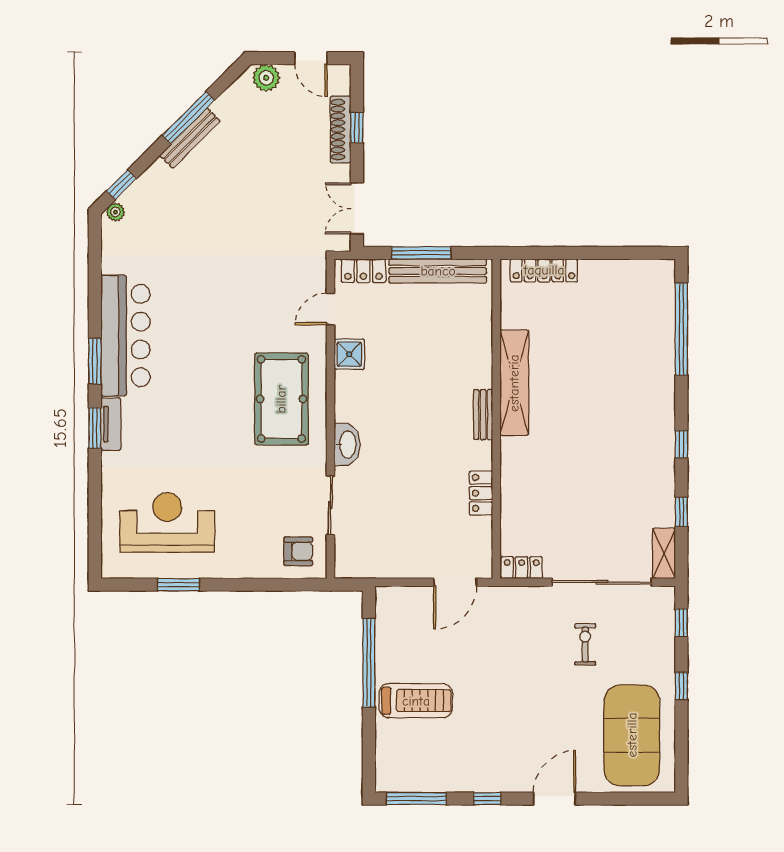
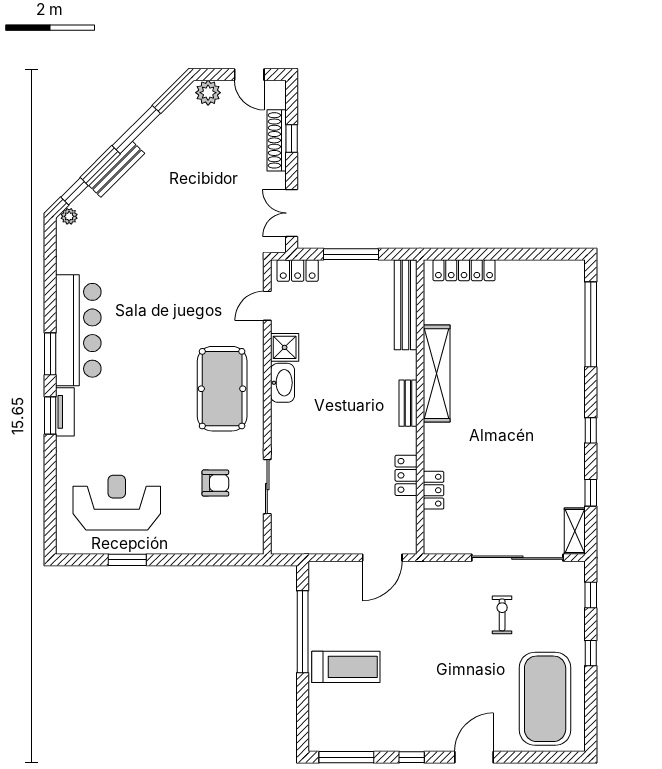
bench: (190, 138) -> (117, 169), moved
bench: (438, 271) -> (406, 305), moved, turned 90
washbasin: (347, 444) -> (283, 383), moved
armchair: (298, 551) -> (215, 483), moved
locker: (522, 568) -> (434, 490), moved, turned 90

